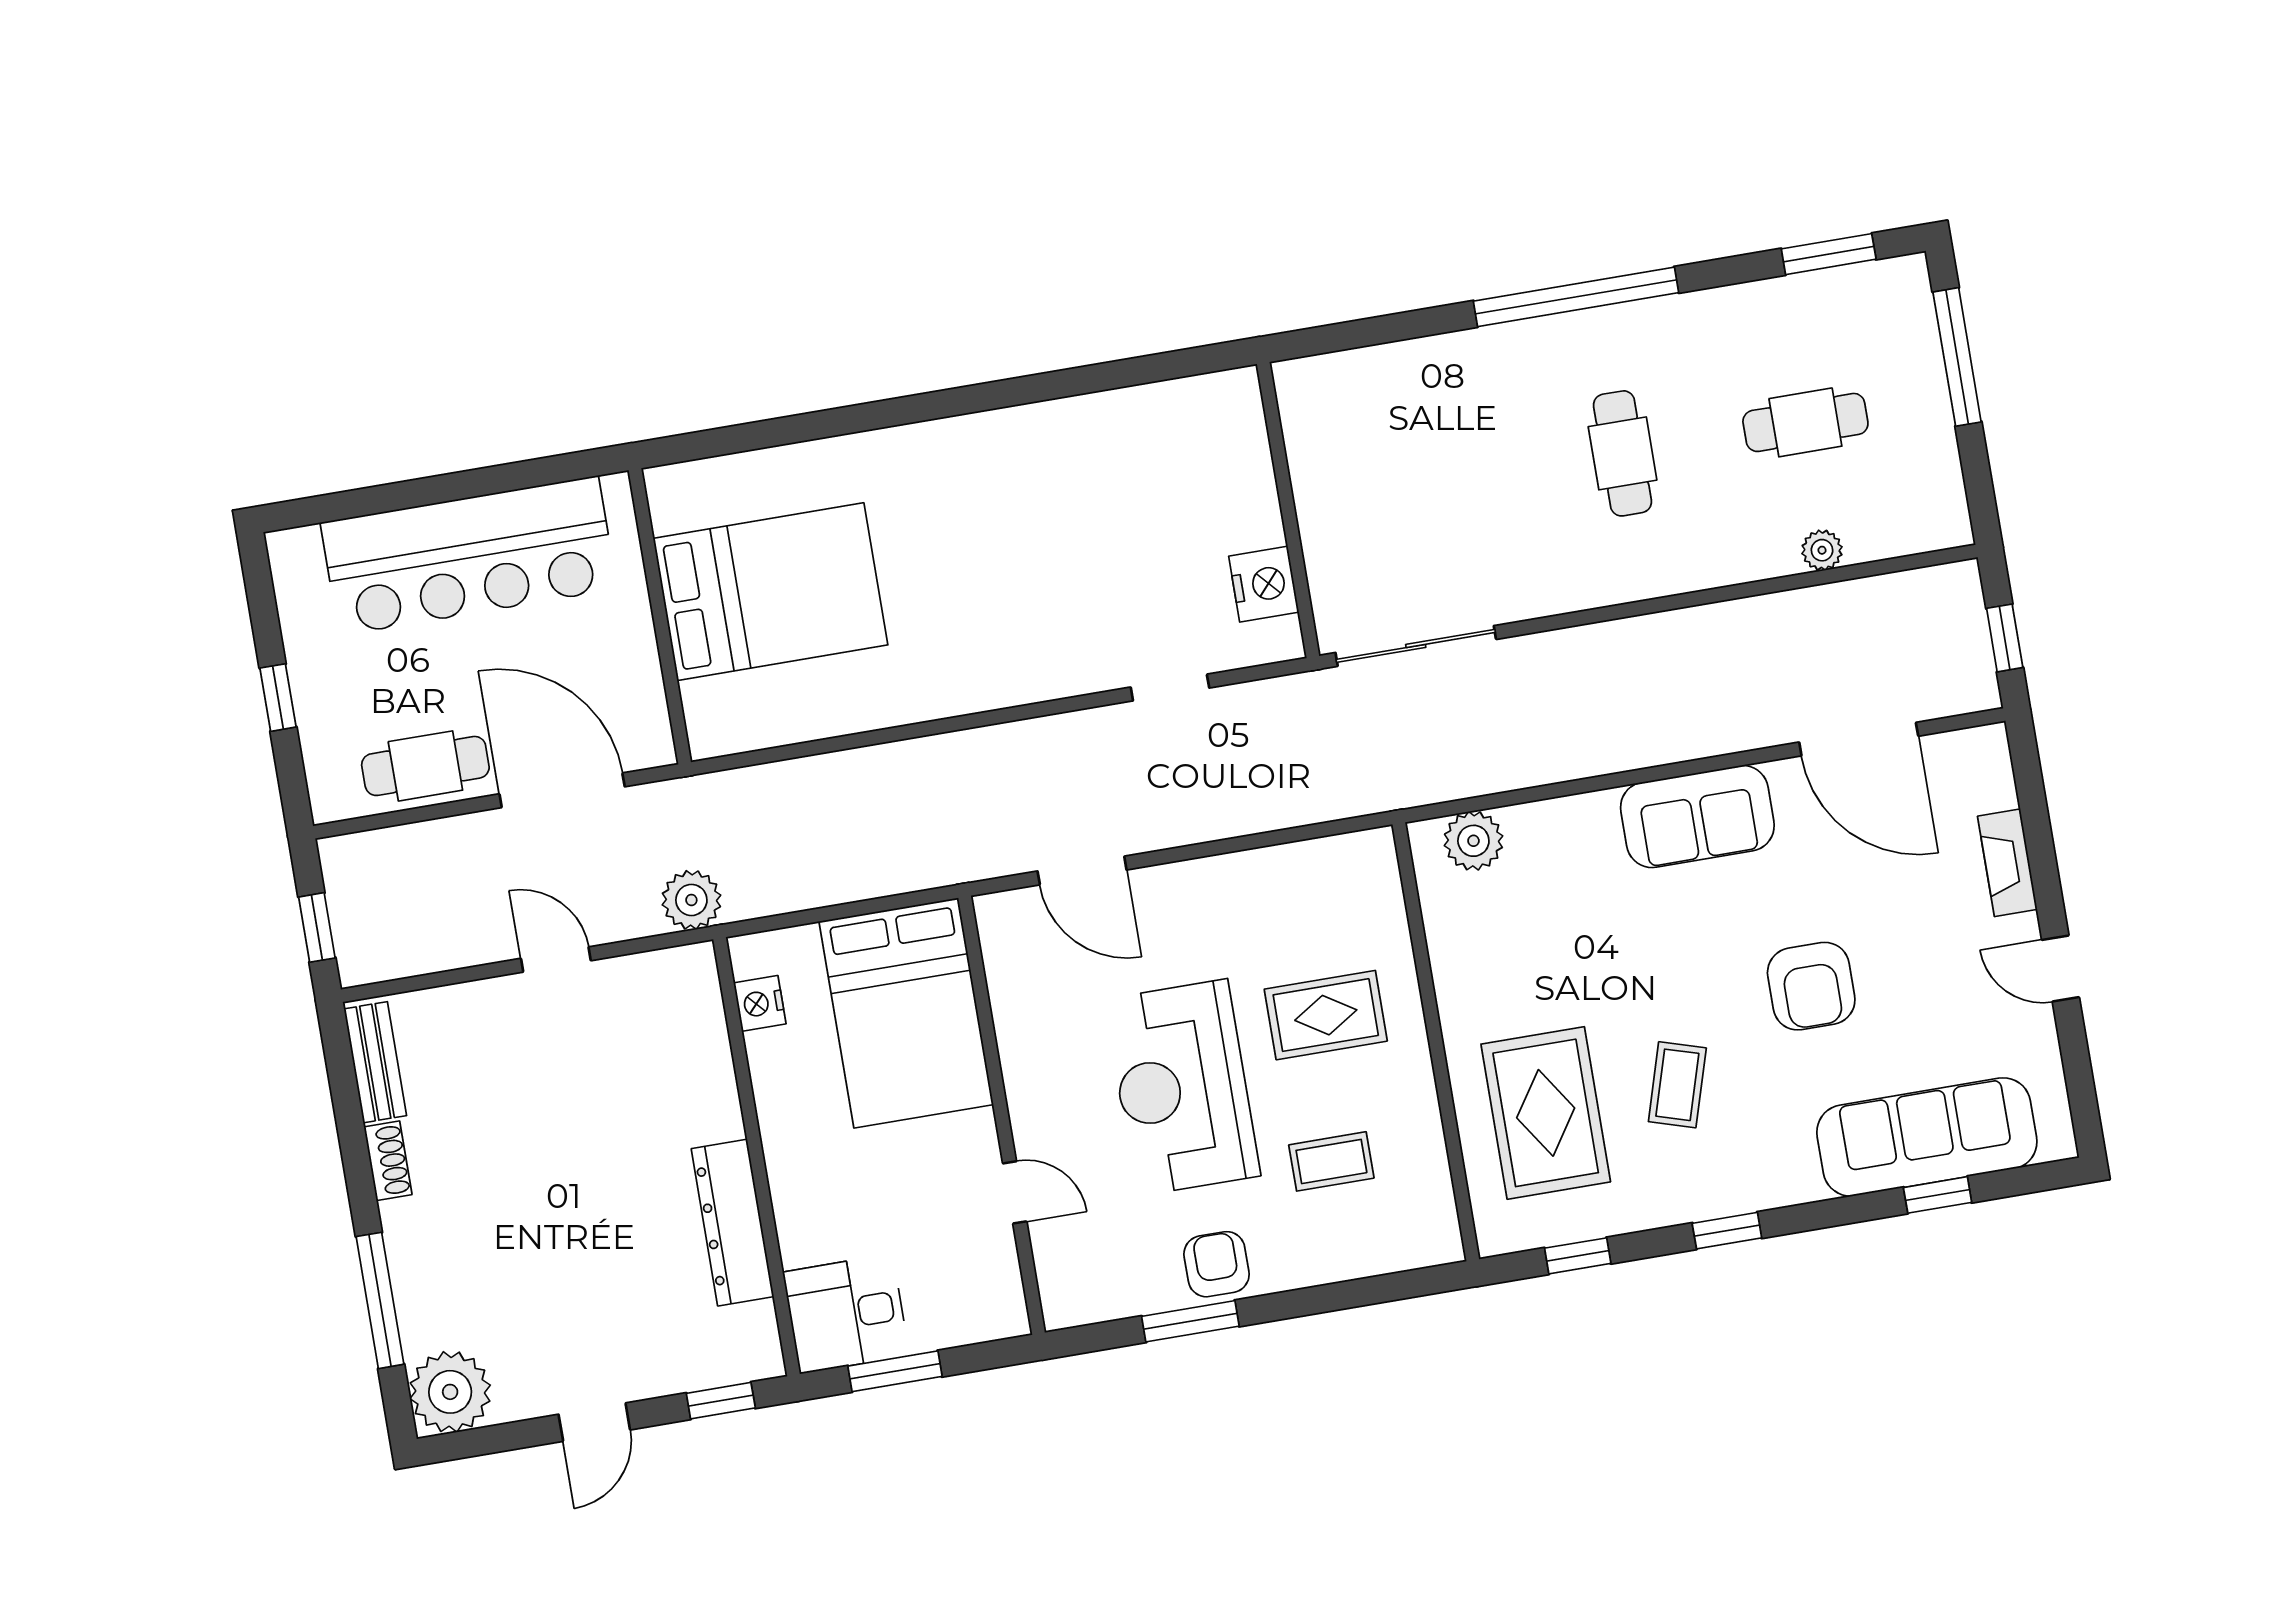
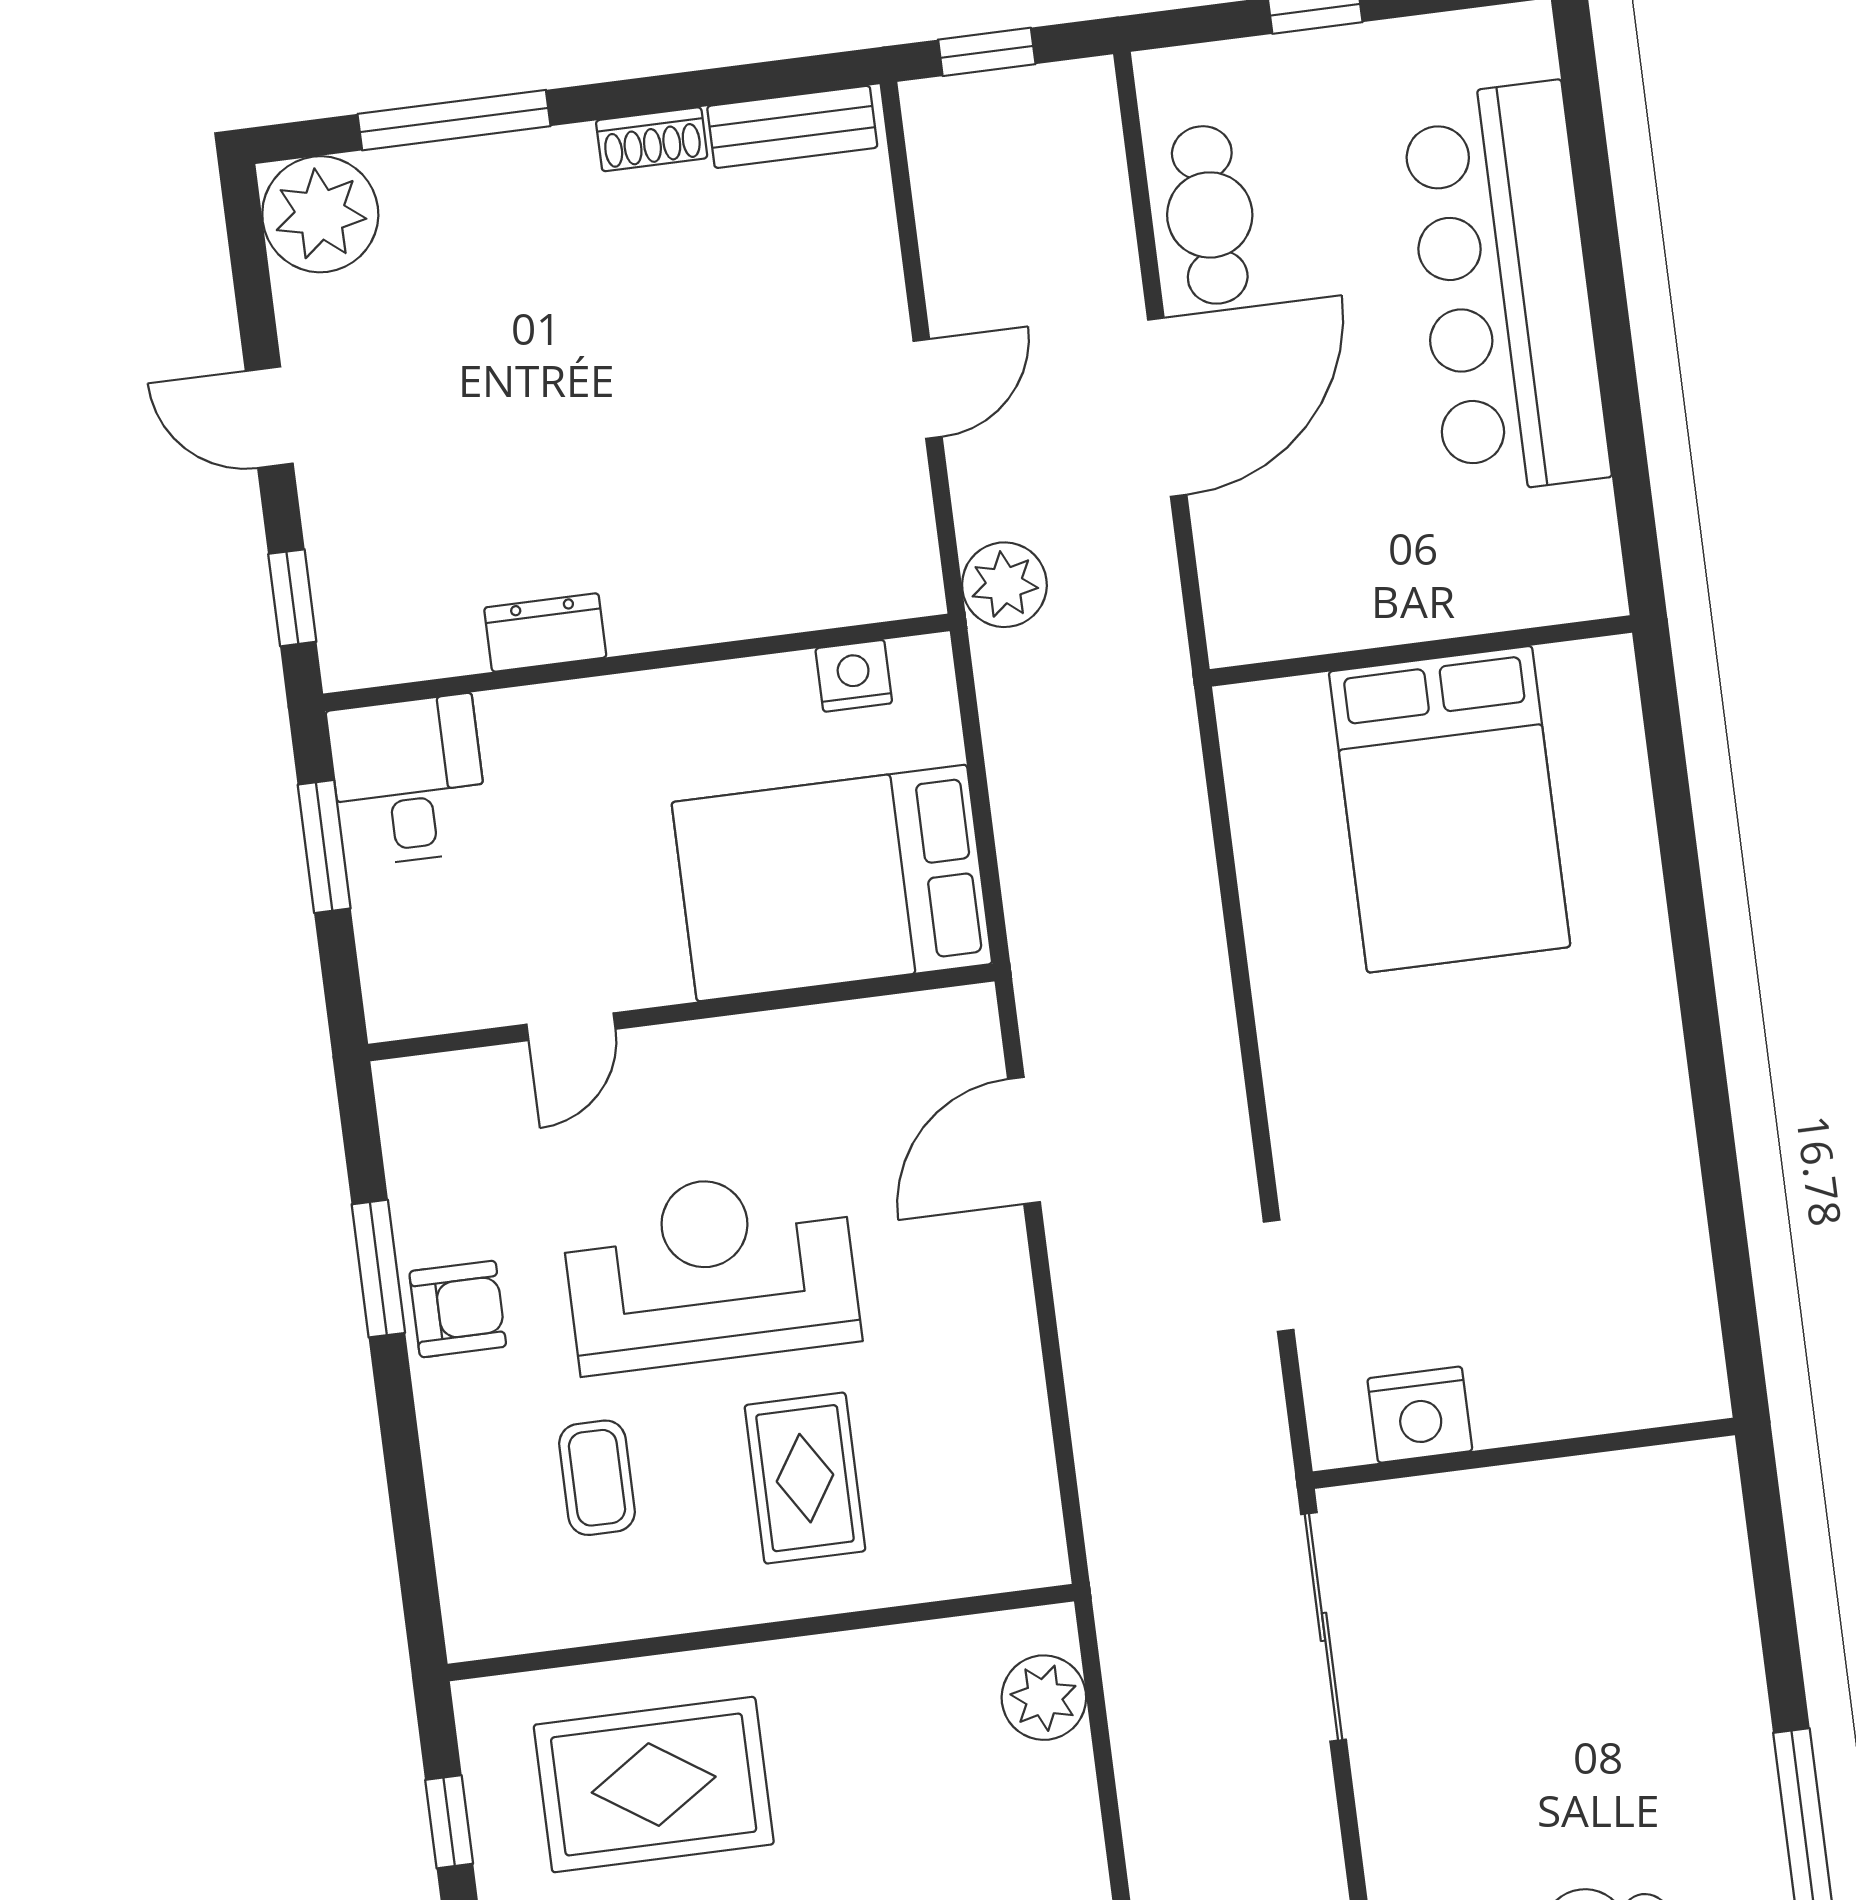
bed: (770, 592) -> (1450, 809), moved
wall: (660, 616) -> (1421, 651), moved
dresser: (733, 1223) -> (545, 632), width x0.51, depth x0.80

